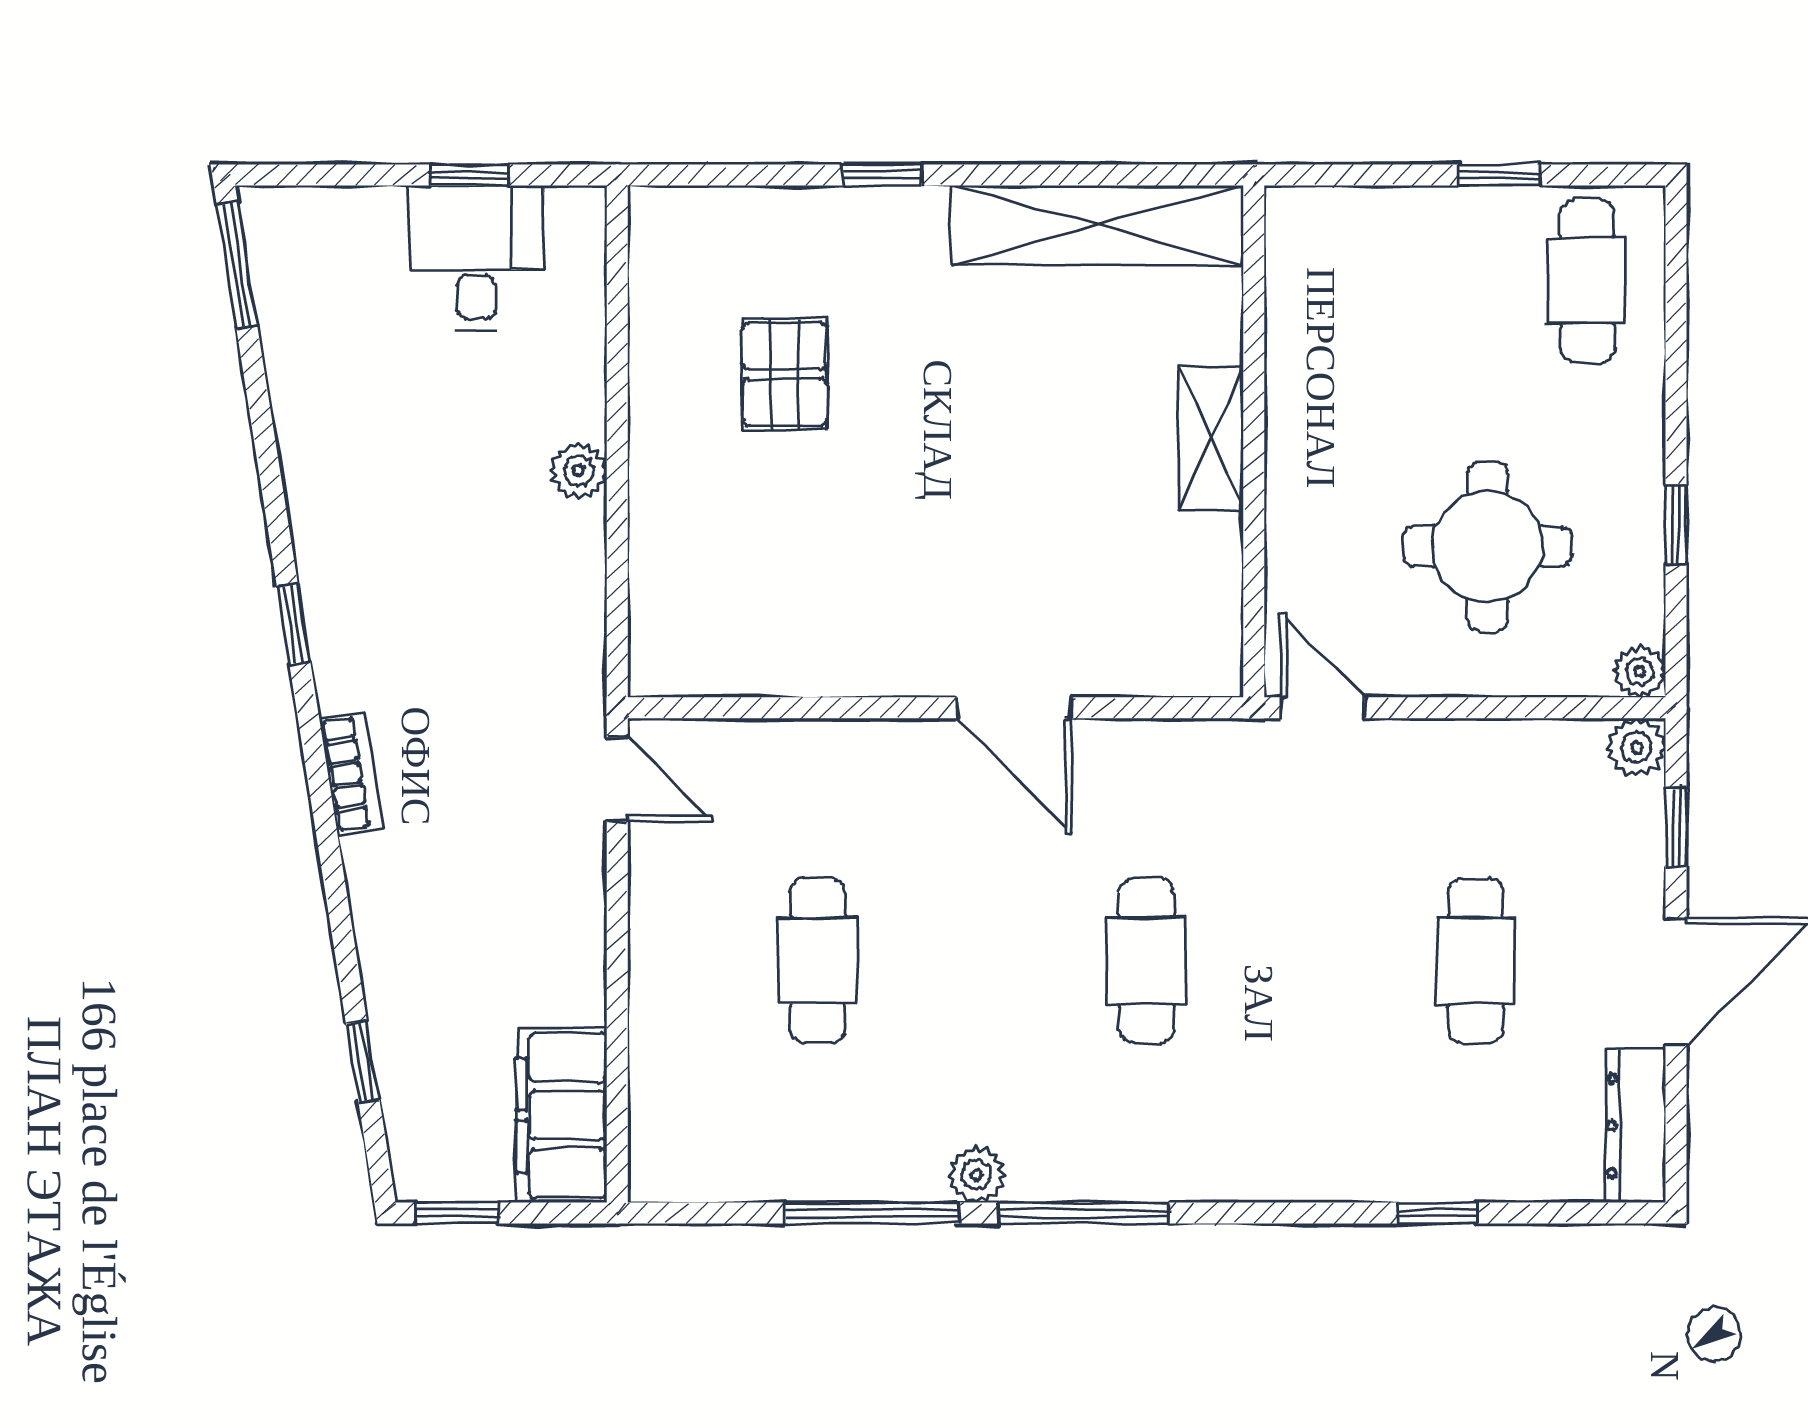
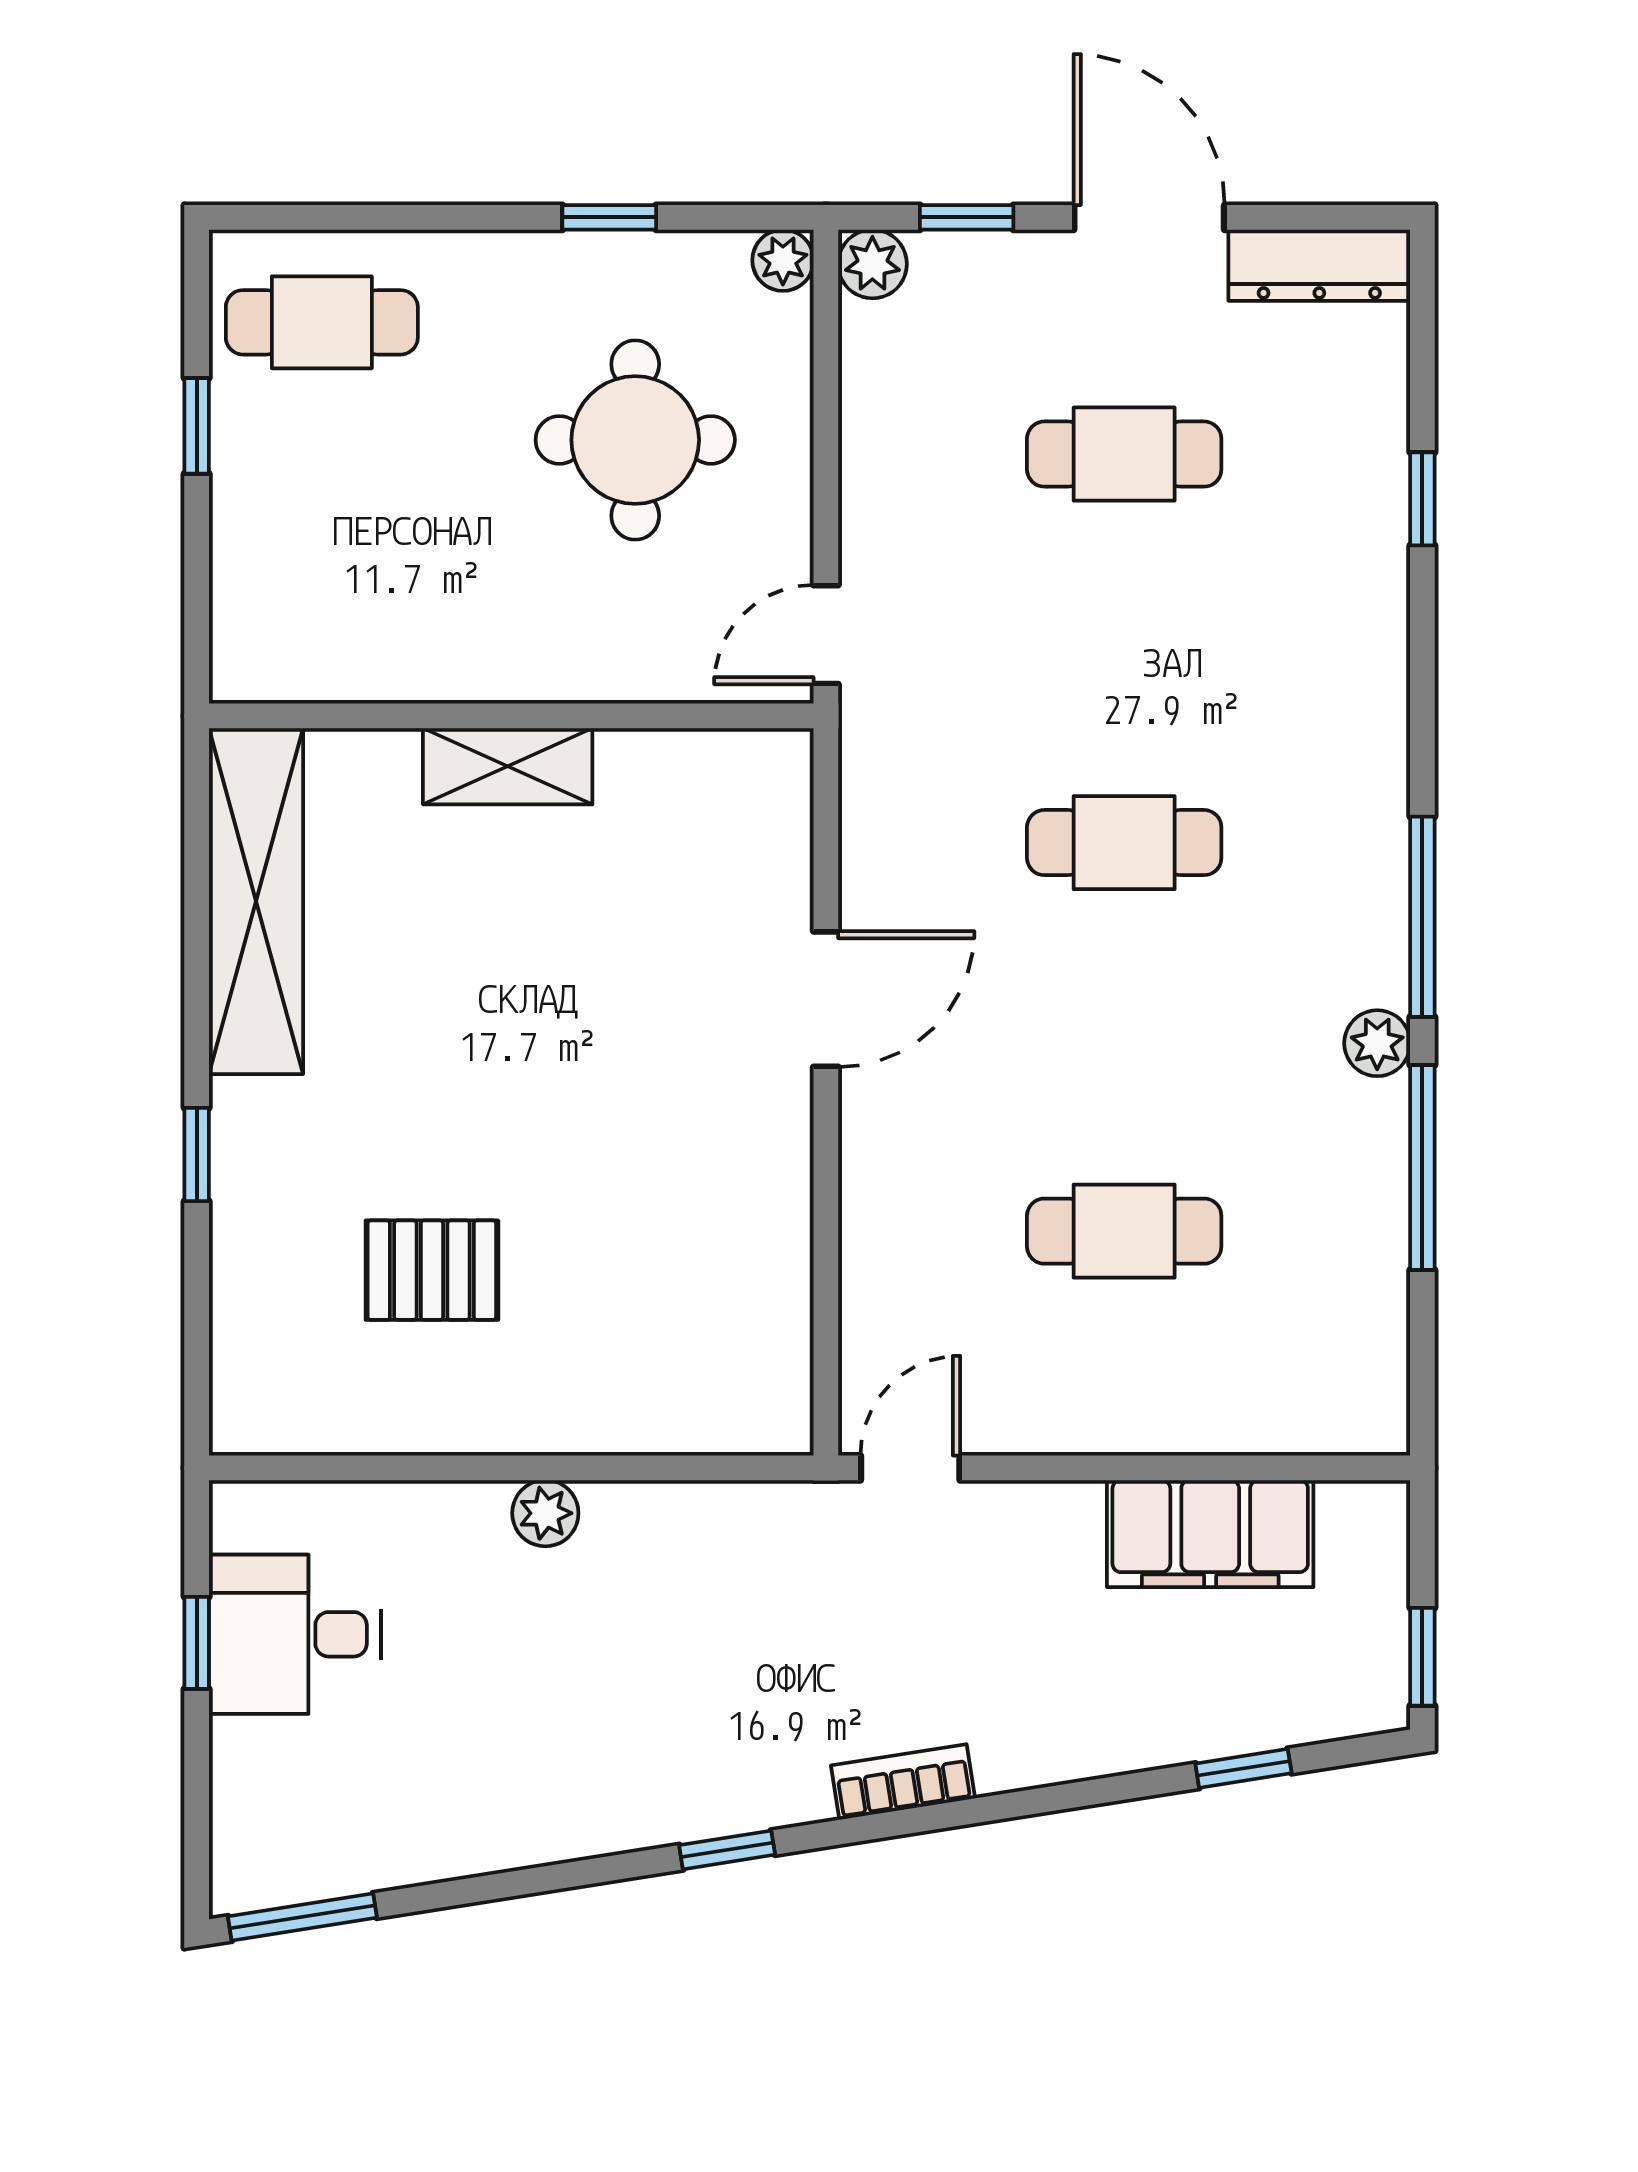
filing cabinet: (561, 1115) -> (1210, 1534), moved

